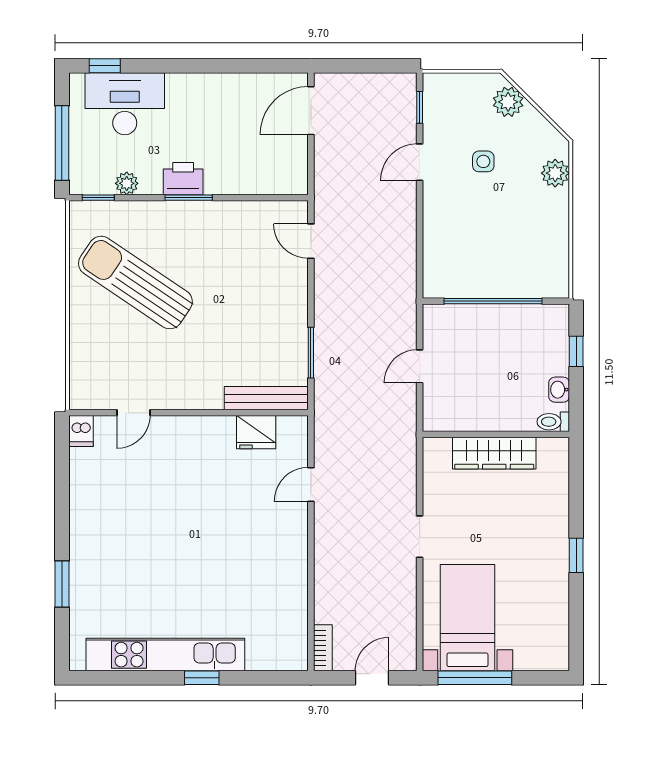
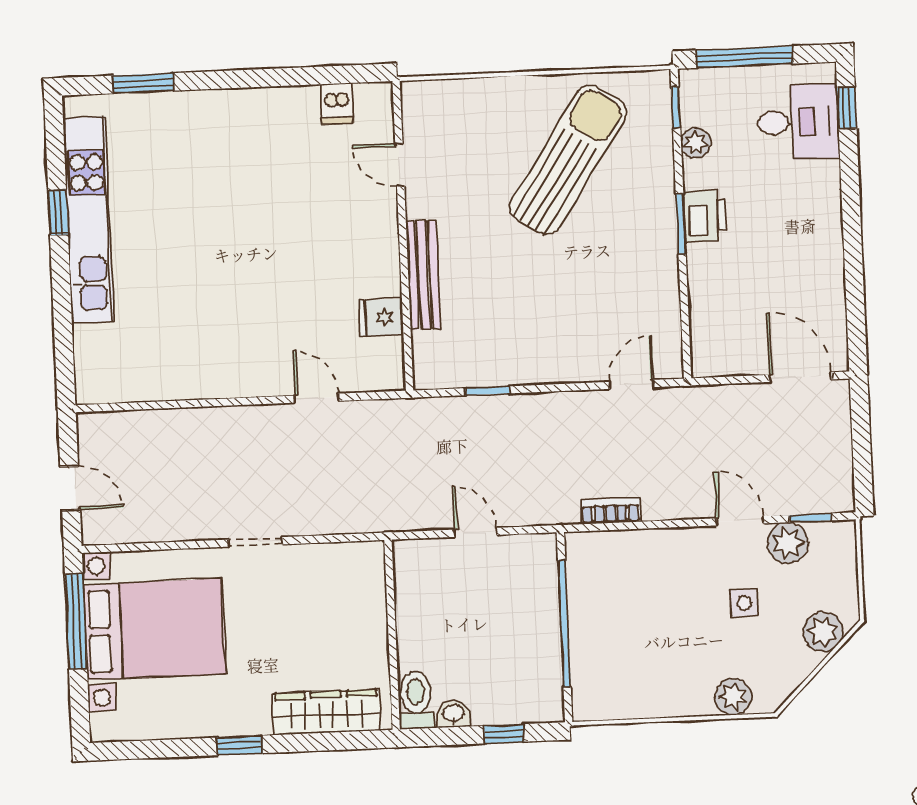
desk: (125, 104) -> (798, 122), width x0.73
plant: (438, 126) -> (788, 543), added
window: (311, 353) -> (487, 391), width x0.67
bench: (266, 398) -> (423, 275), moved
toilet: (553, 422) -> (416, 700), width x1.37, depth x1.39
dishwasher: (81, 431) -> (337, 104), moved, turned -90
fridge: (256, 432) -> (381, 317), width x0.72
wardrobe: (494, 453) -> (327, 712), moved, turned 90
window: (62, 584) -> (143, 83), moved
bed with nightstands: (467, 618) -> (154, 629), width x1.36
bookcase: (323, 648) -> (610, 511), moved, turned 180
window: (202, 678) -> (58, 212), moved

